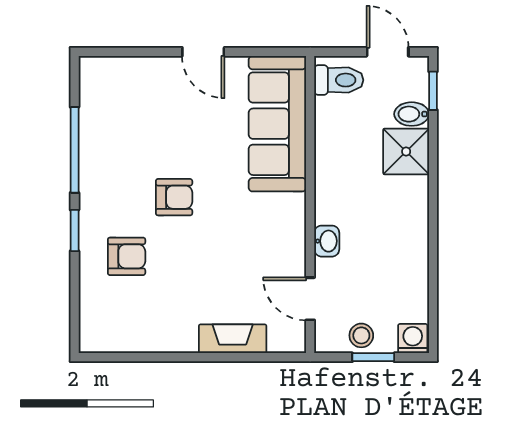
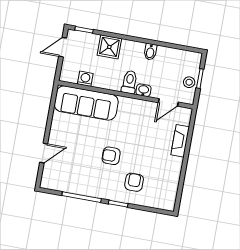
door: (203, 52) -> (44, 153), moved
toilet: (339, 80) -> (129, 82), moved
bidet: (412, 114) -> (150, 52), moved
armchair: (174, 197) -> (111, 156), turned -90
washing machine: (413, 339) -> (85, 79), moved, turned 90

